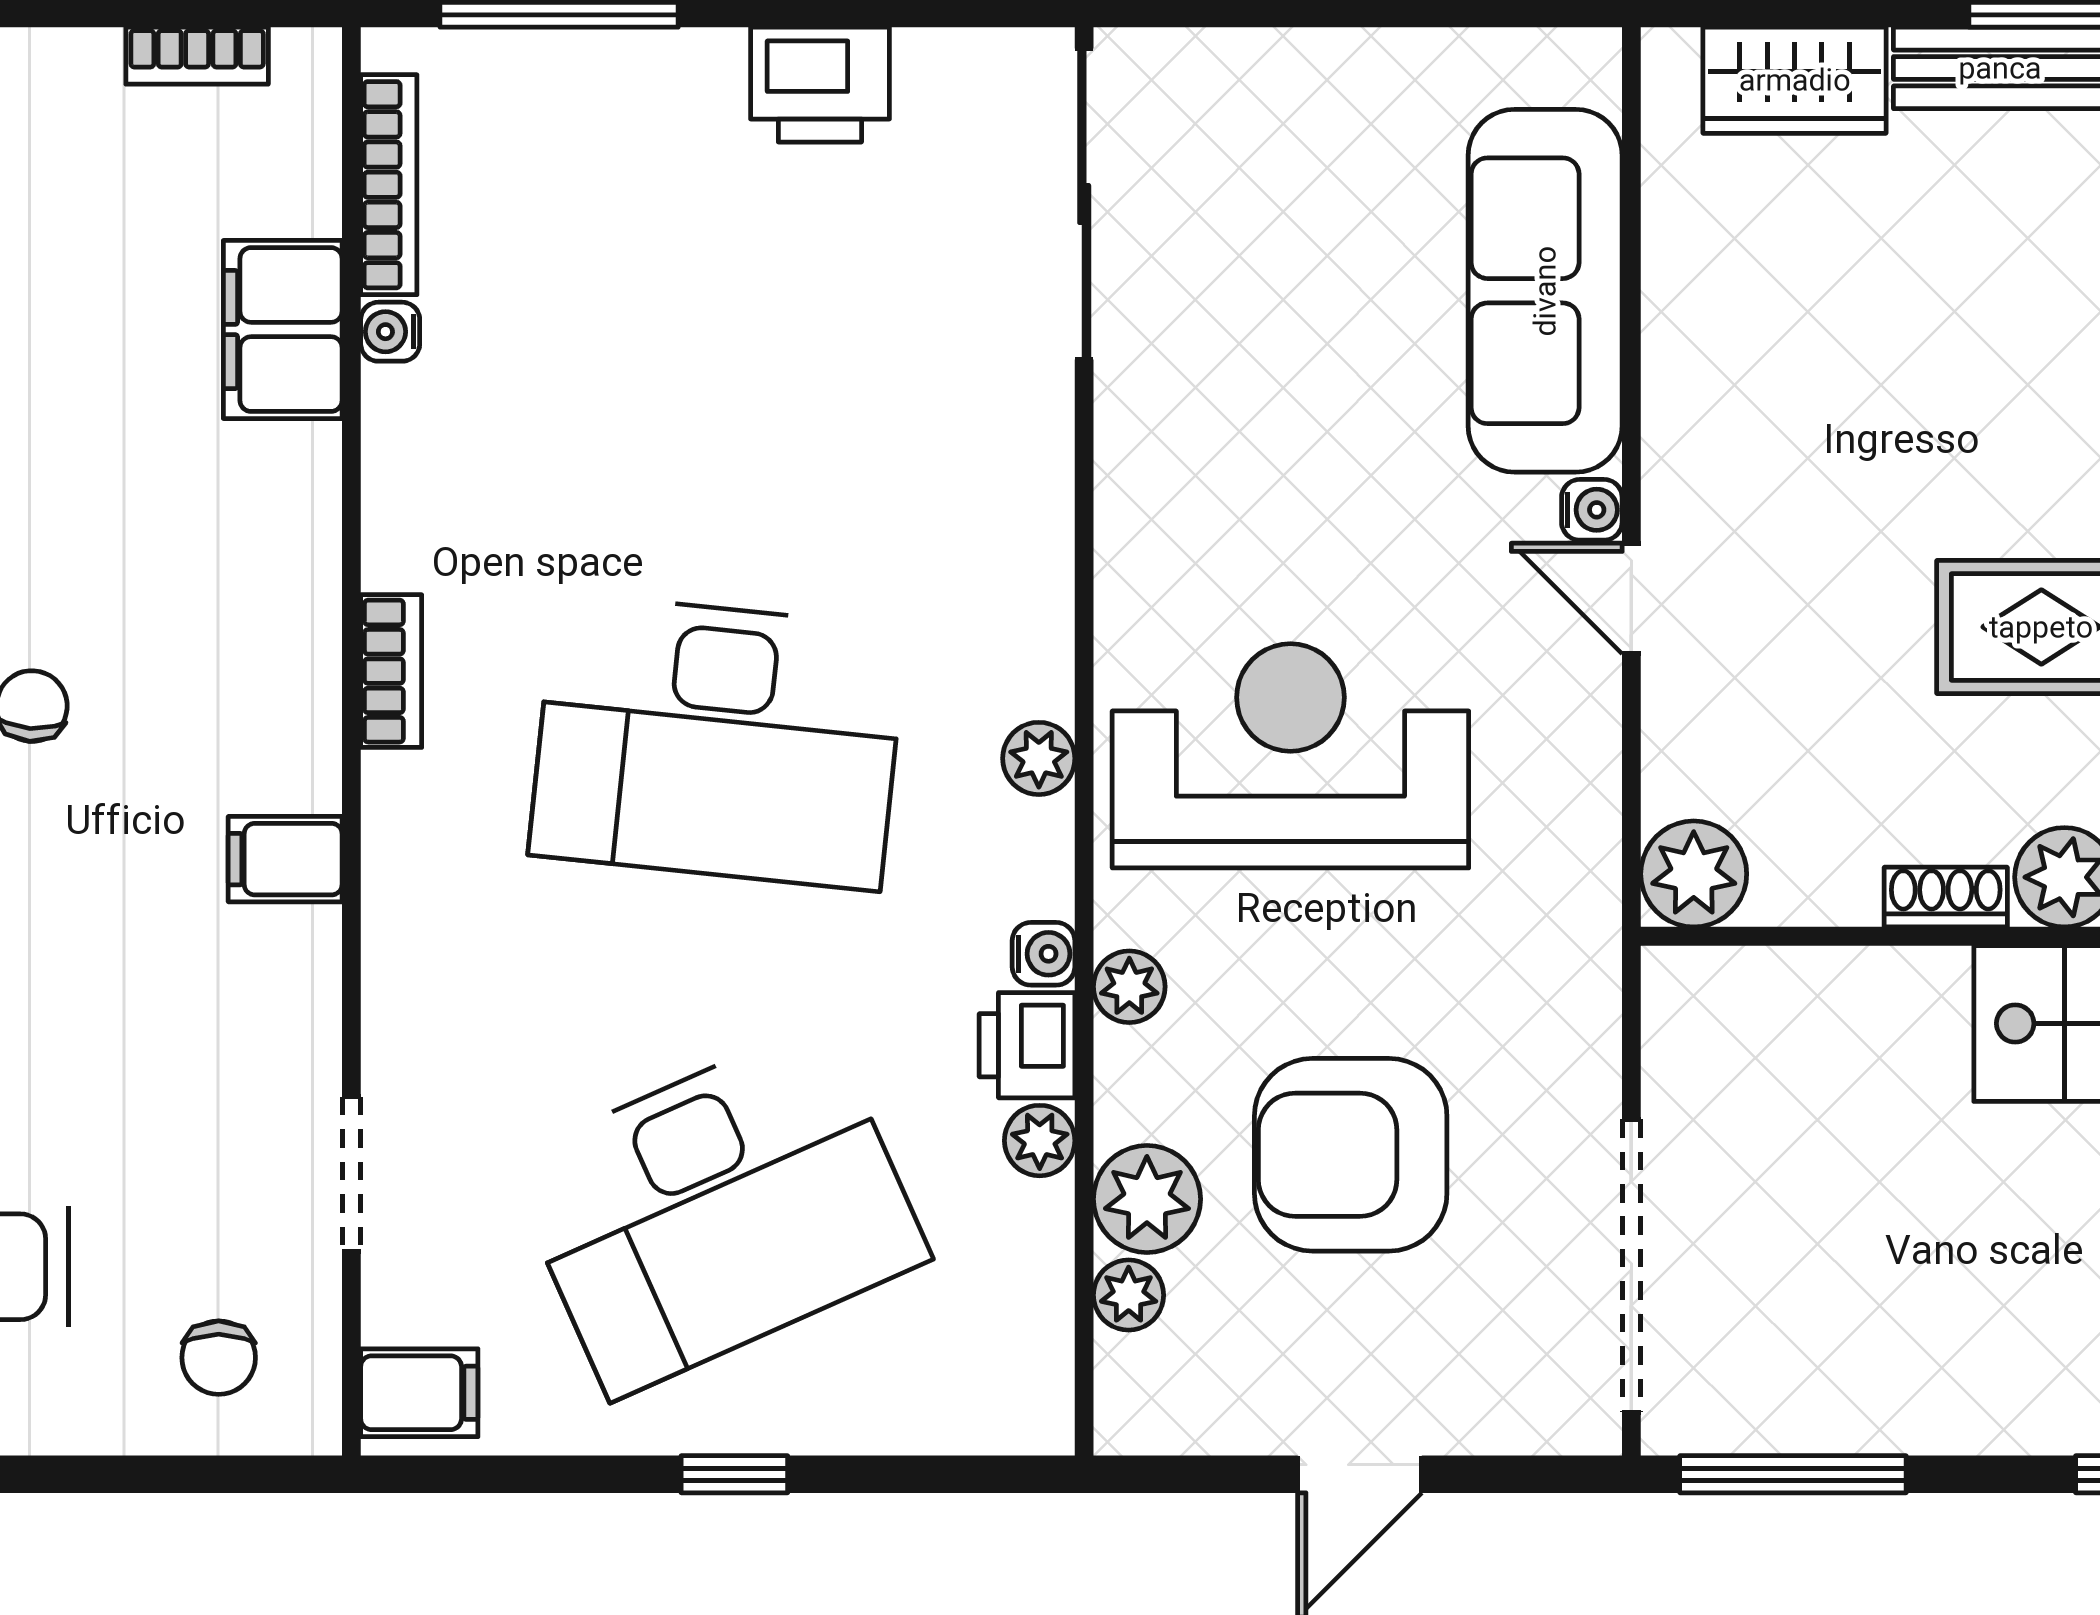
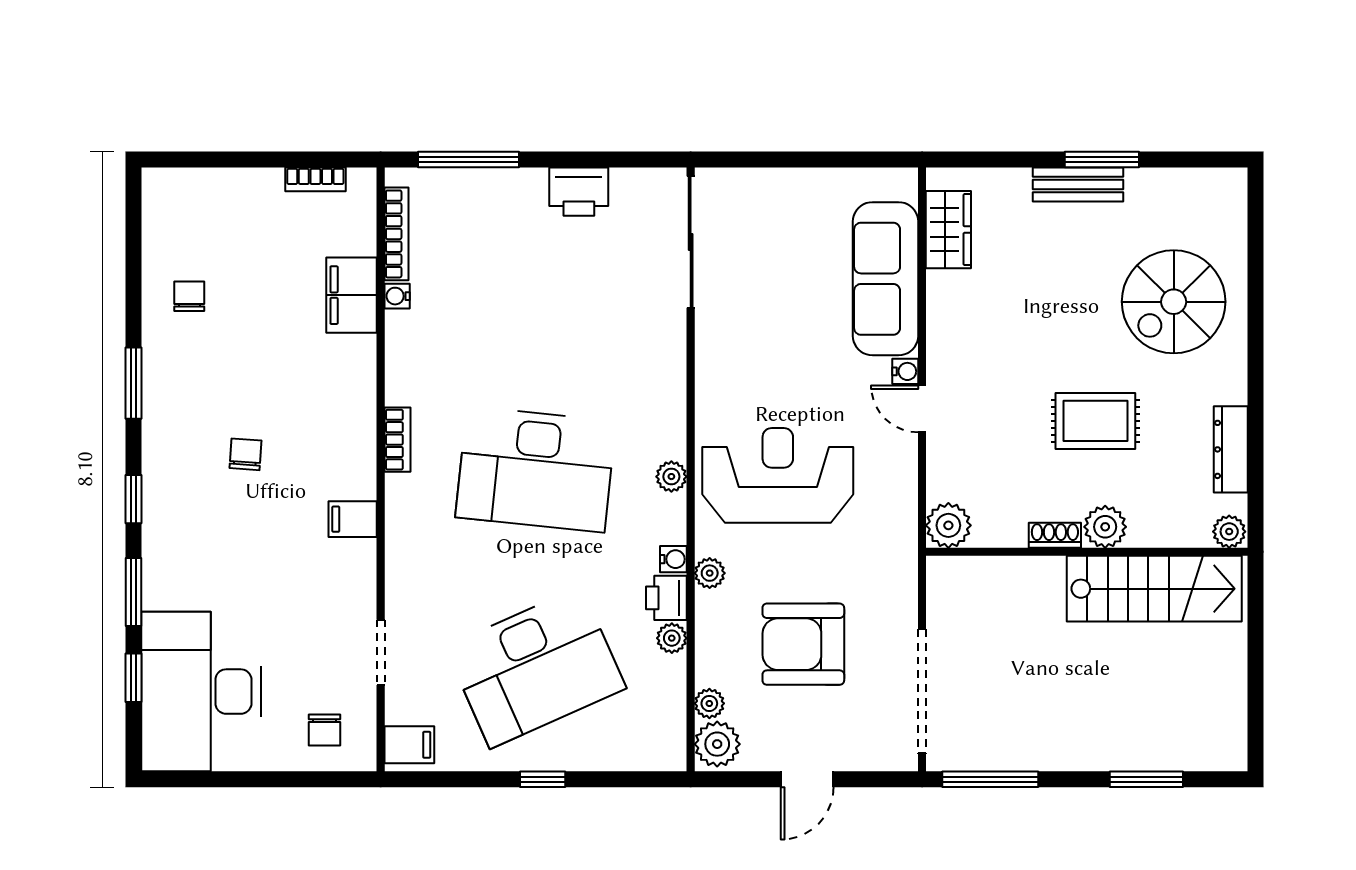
wardrobe: (1795, 80) -> (948, 230), moved, turned -90
plant: (1147, 1199) -> (717, 744), moved

